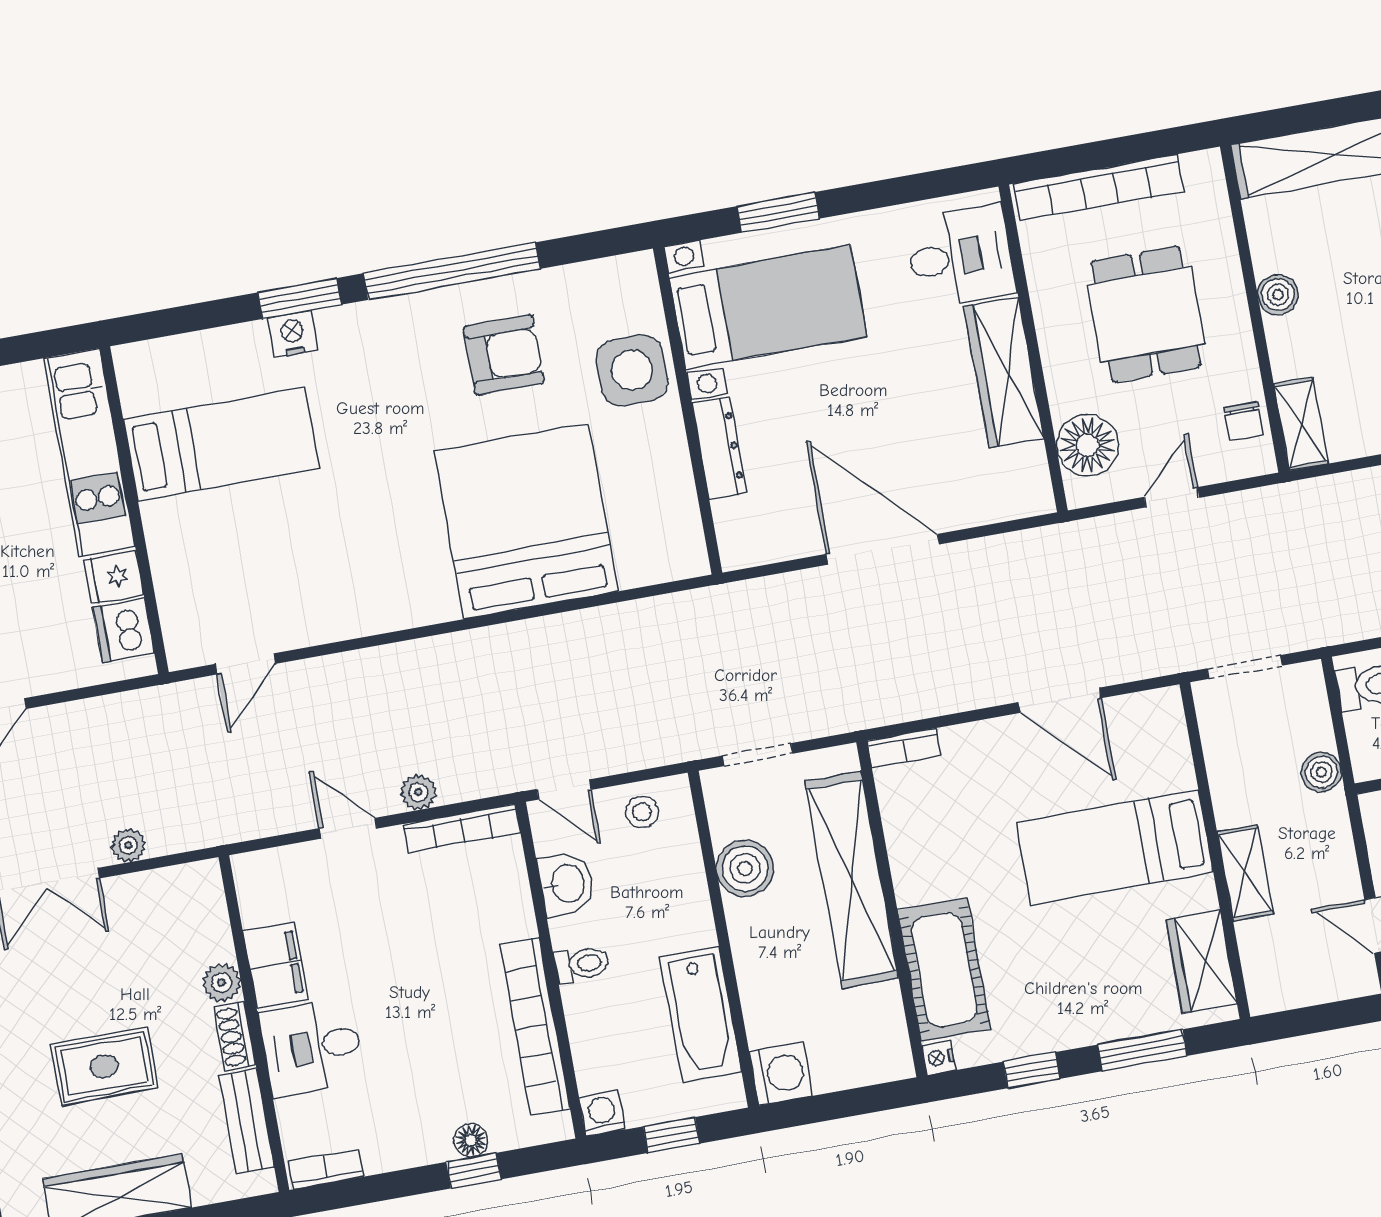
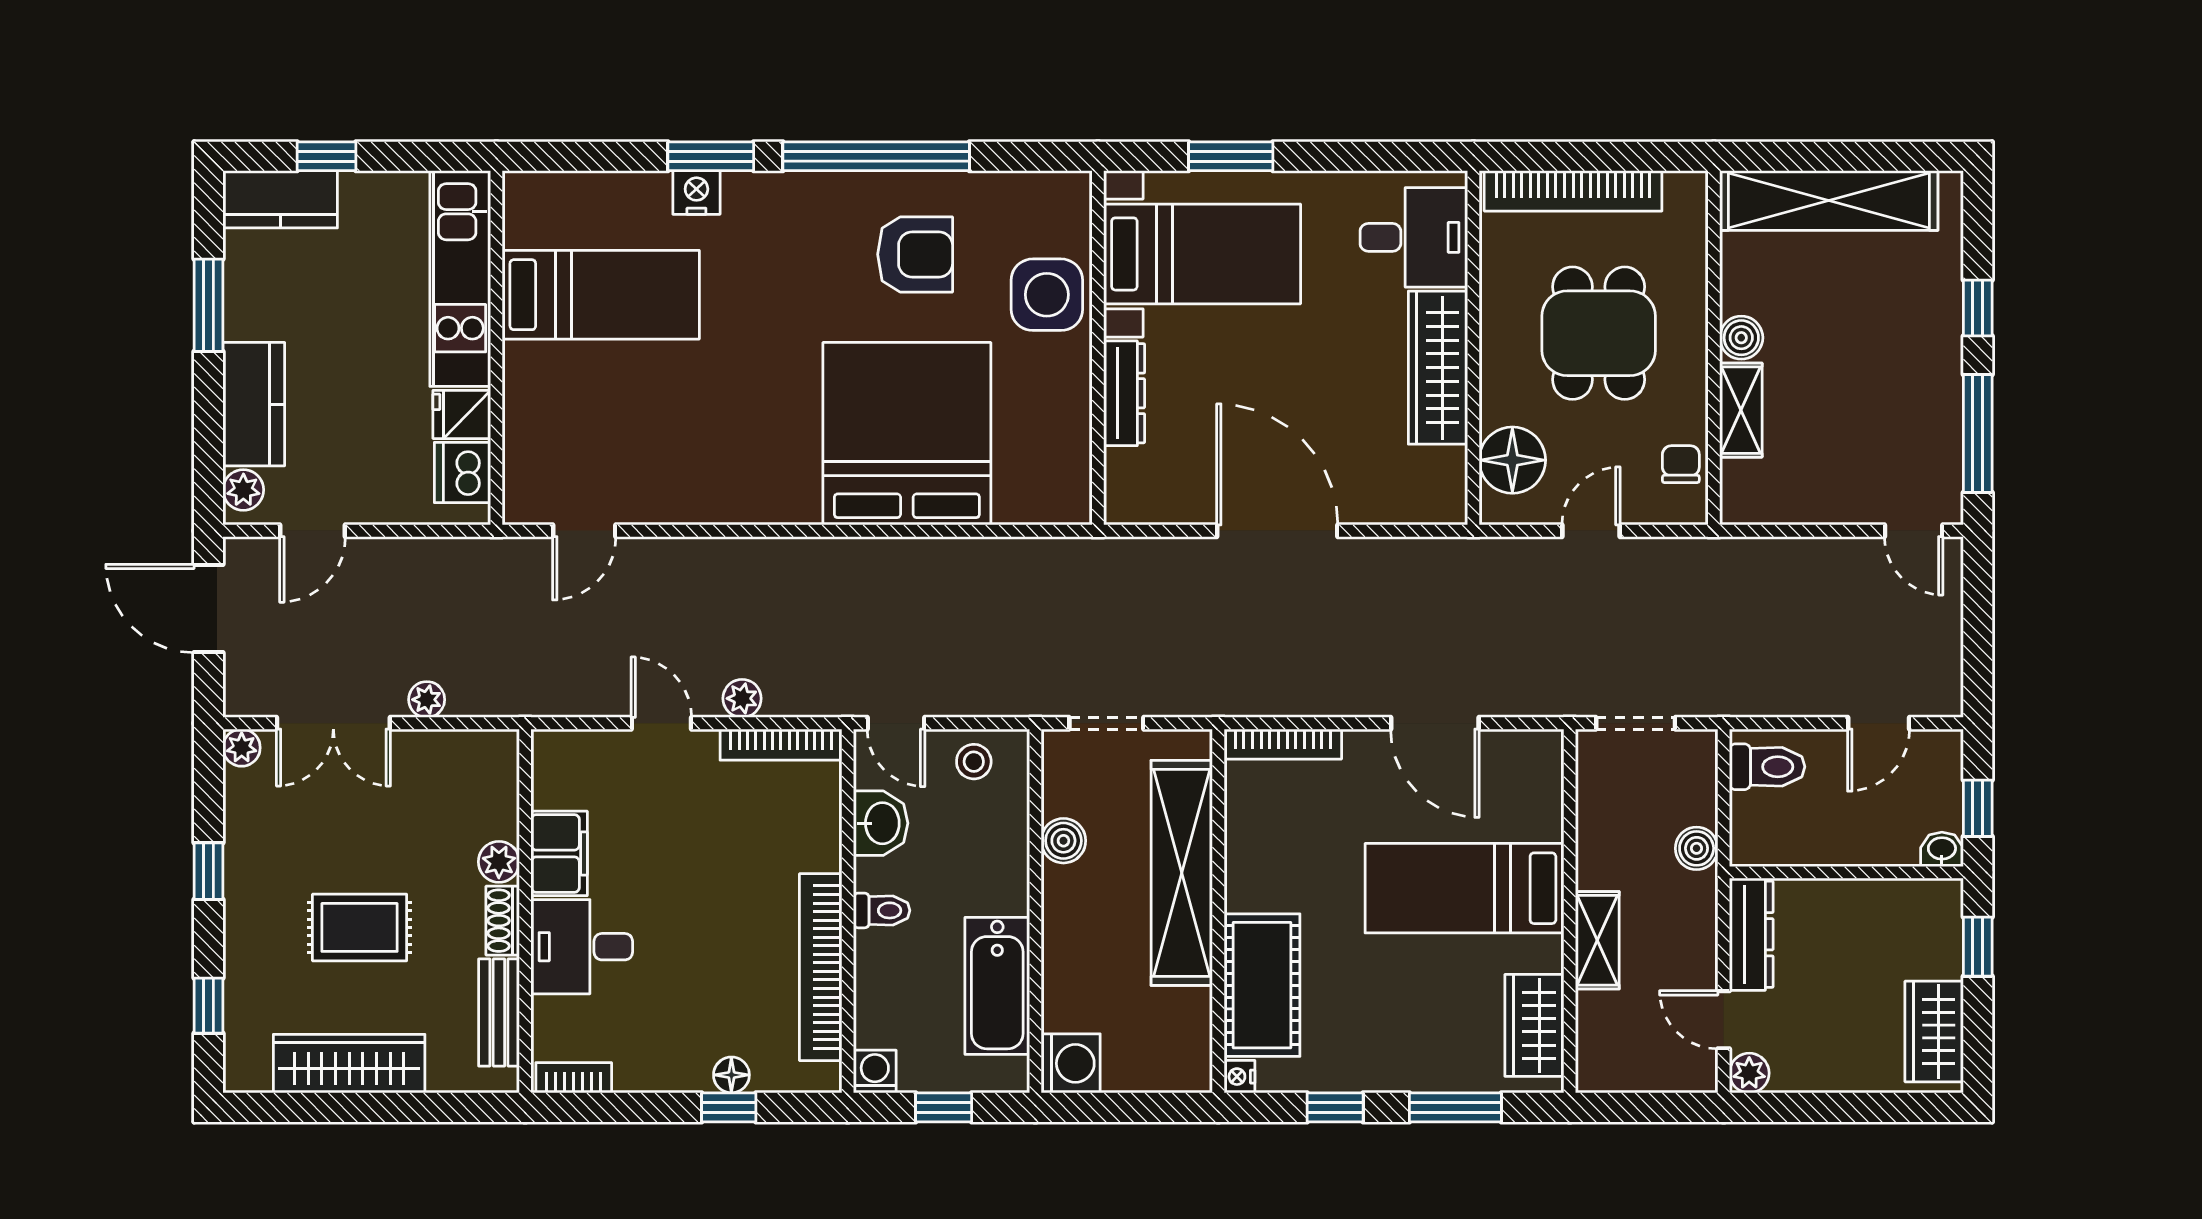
chair: (1243, 421) -> (1681, 464), turned 180
shelving: (1301, 424) -> (1741, 410), moved
bookcase: (904, 748) -> (1283, 744), width x1.56
boiler: (745, 868) -> (1063, 841), width x0.73, depth x0.73

